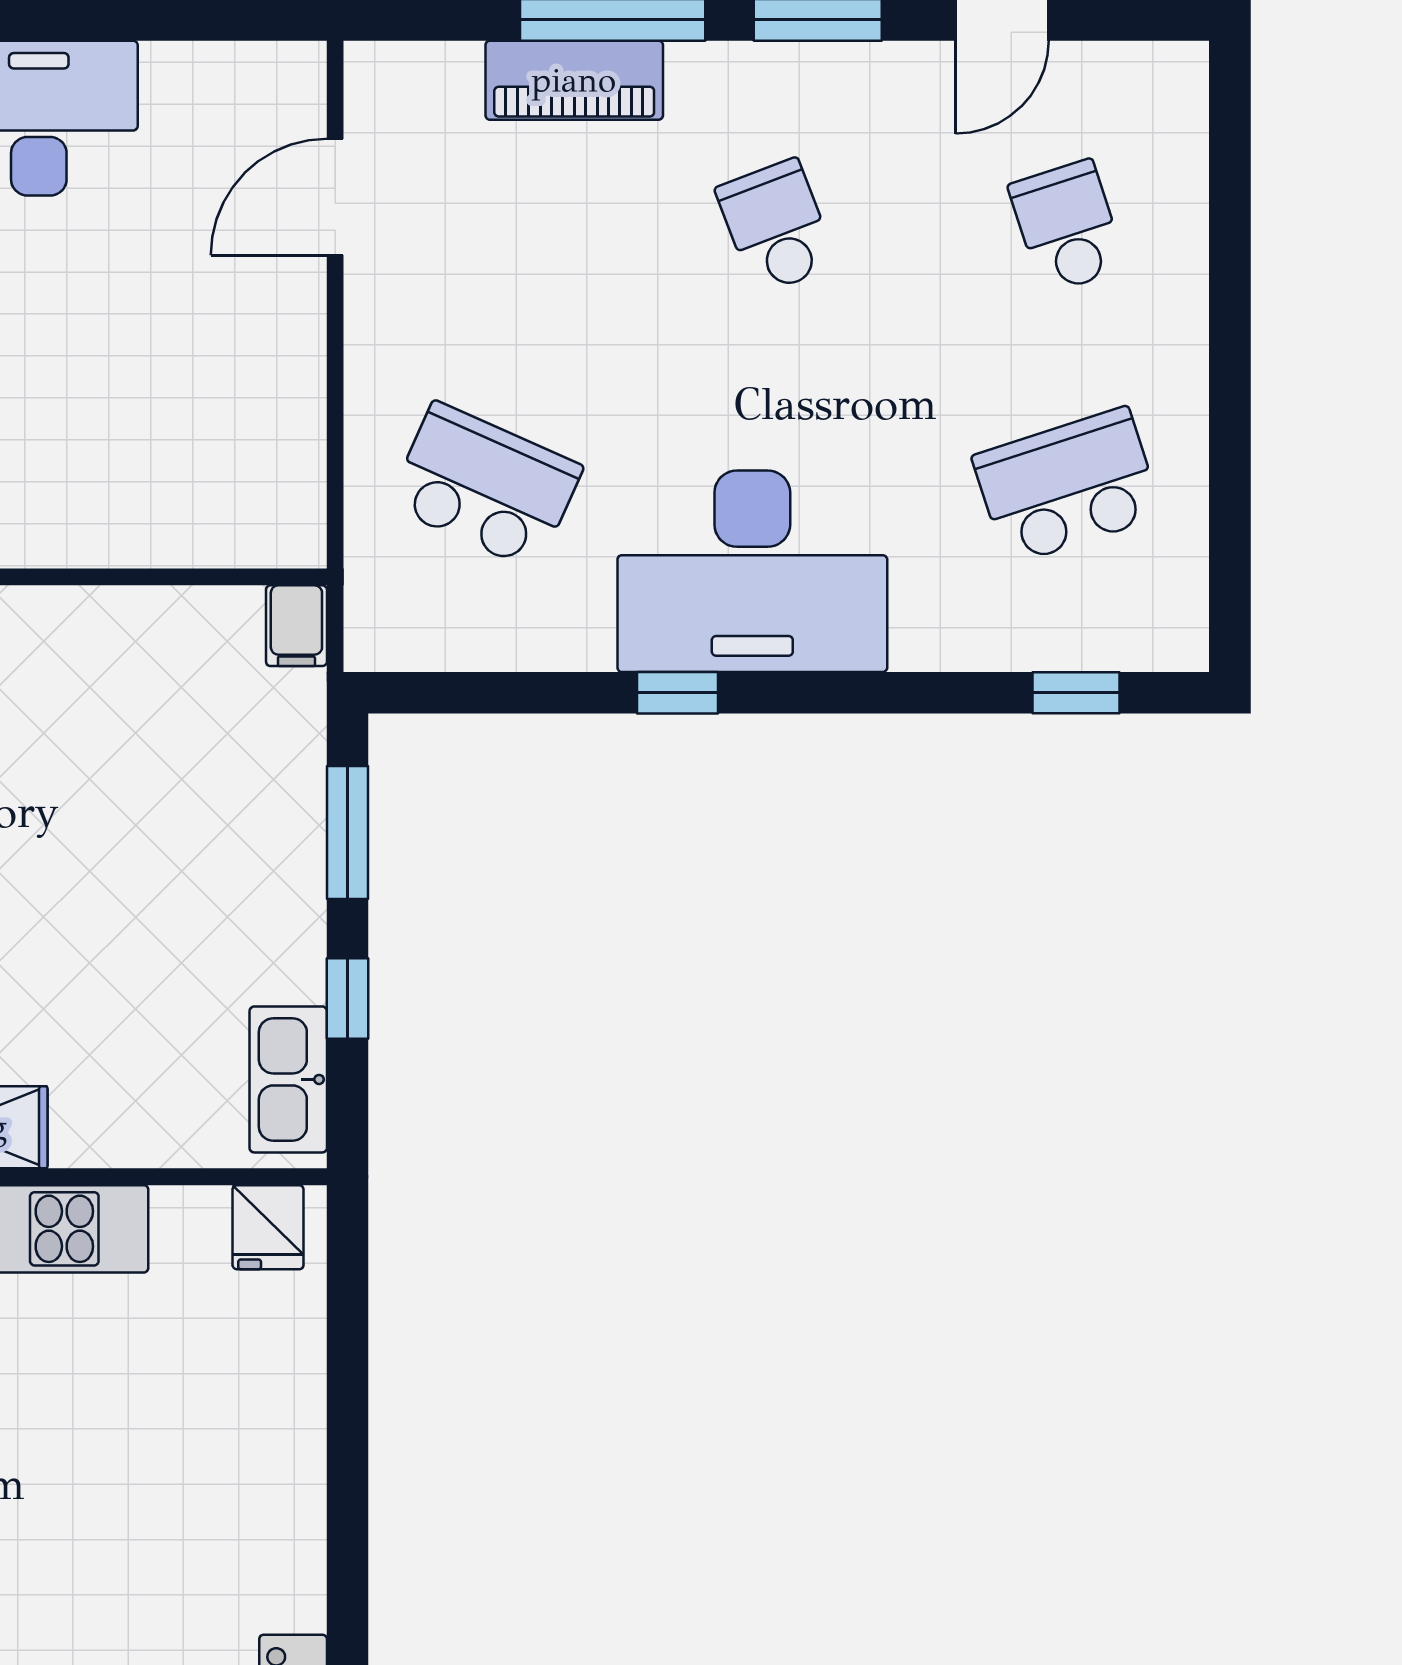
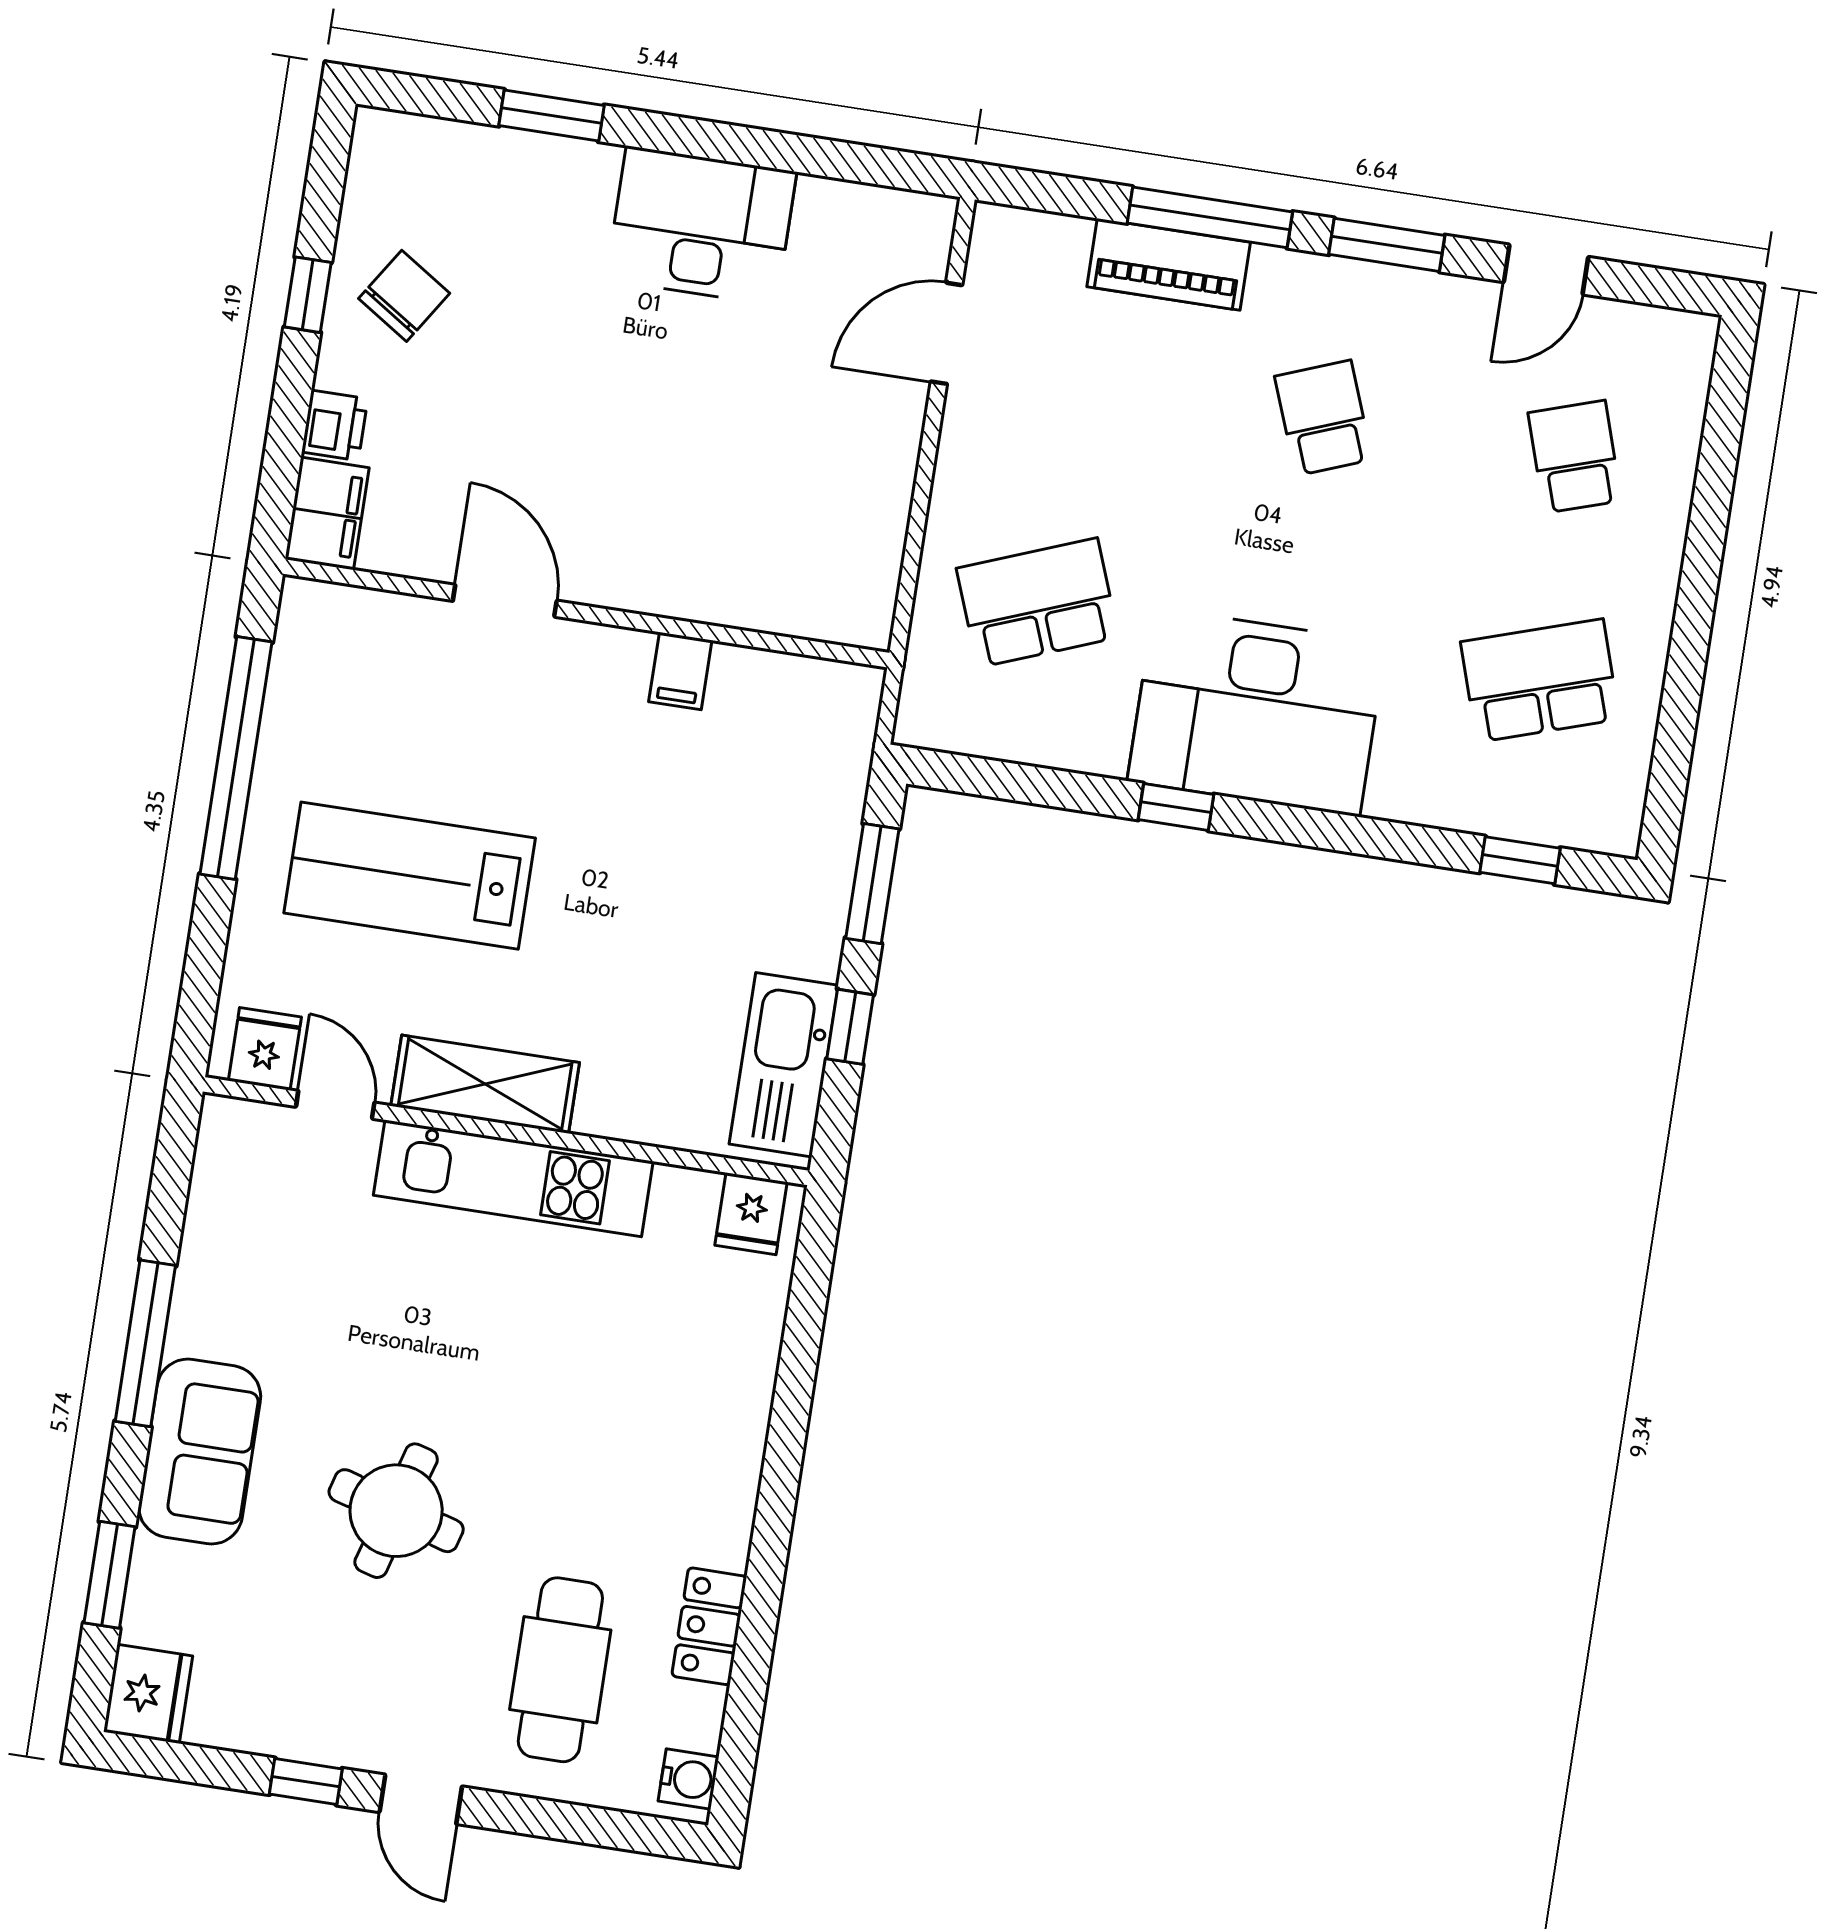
school desk: (485, 486) -> (1038, 603), turned -45
filing cabinet: (296, 626) -> (680, 671), moved
kitchen sink: (288, 1079) -> (784, 1065), width x1.36, depth x1.24

